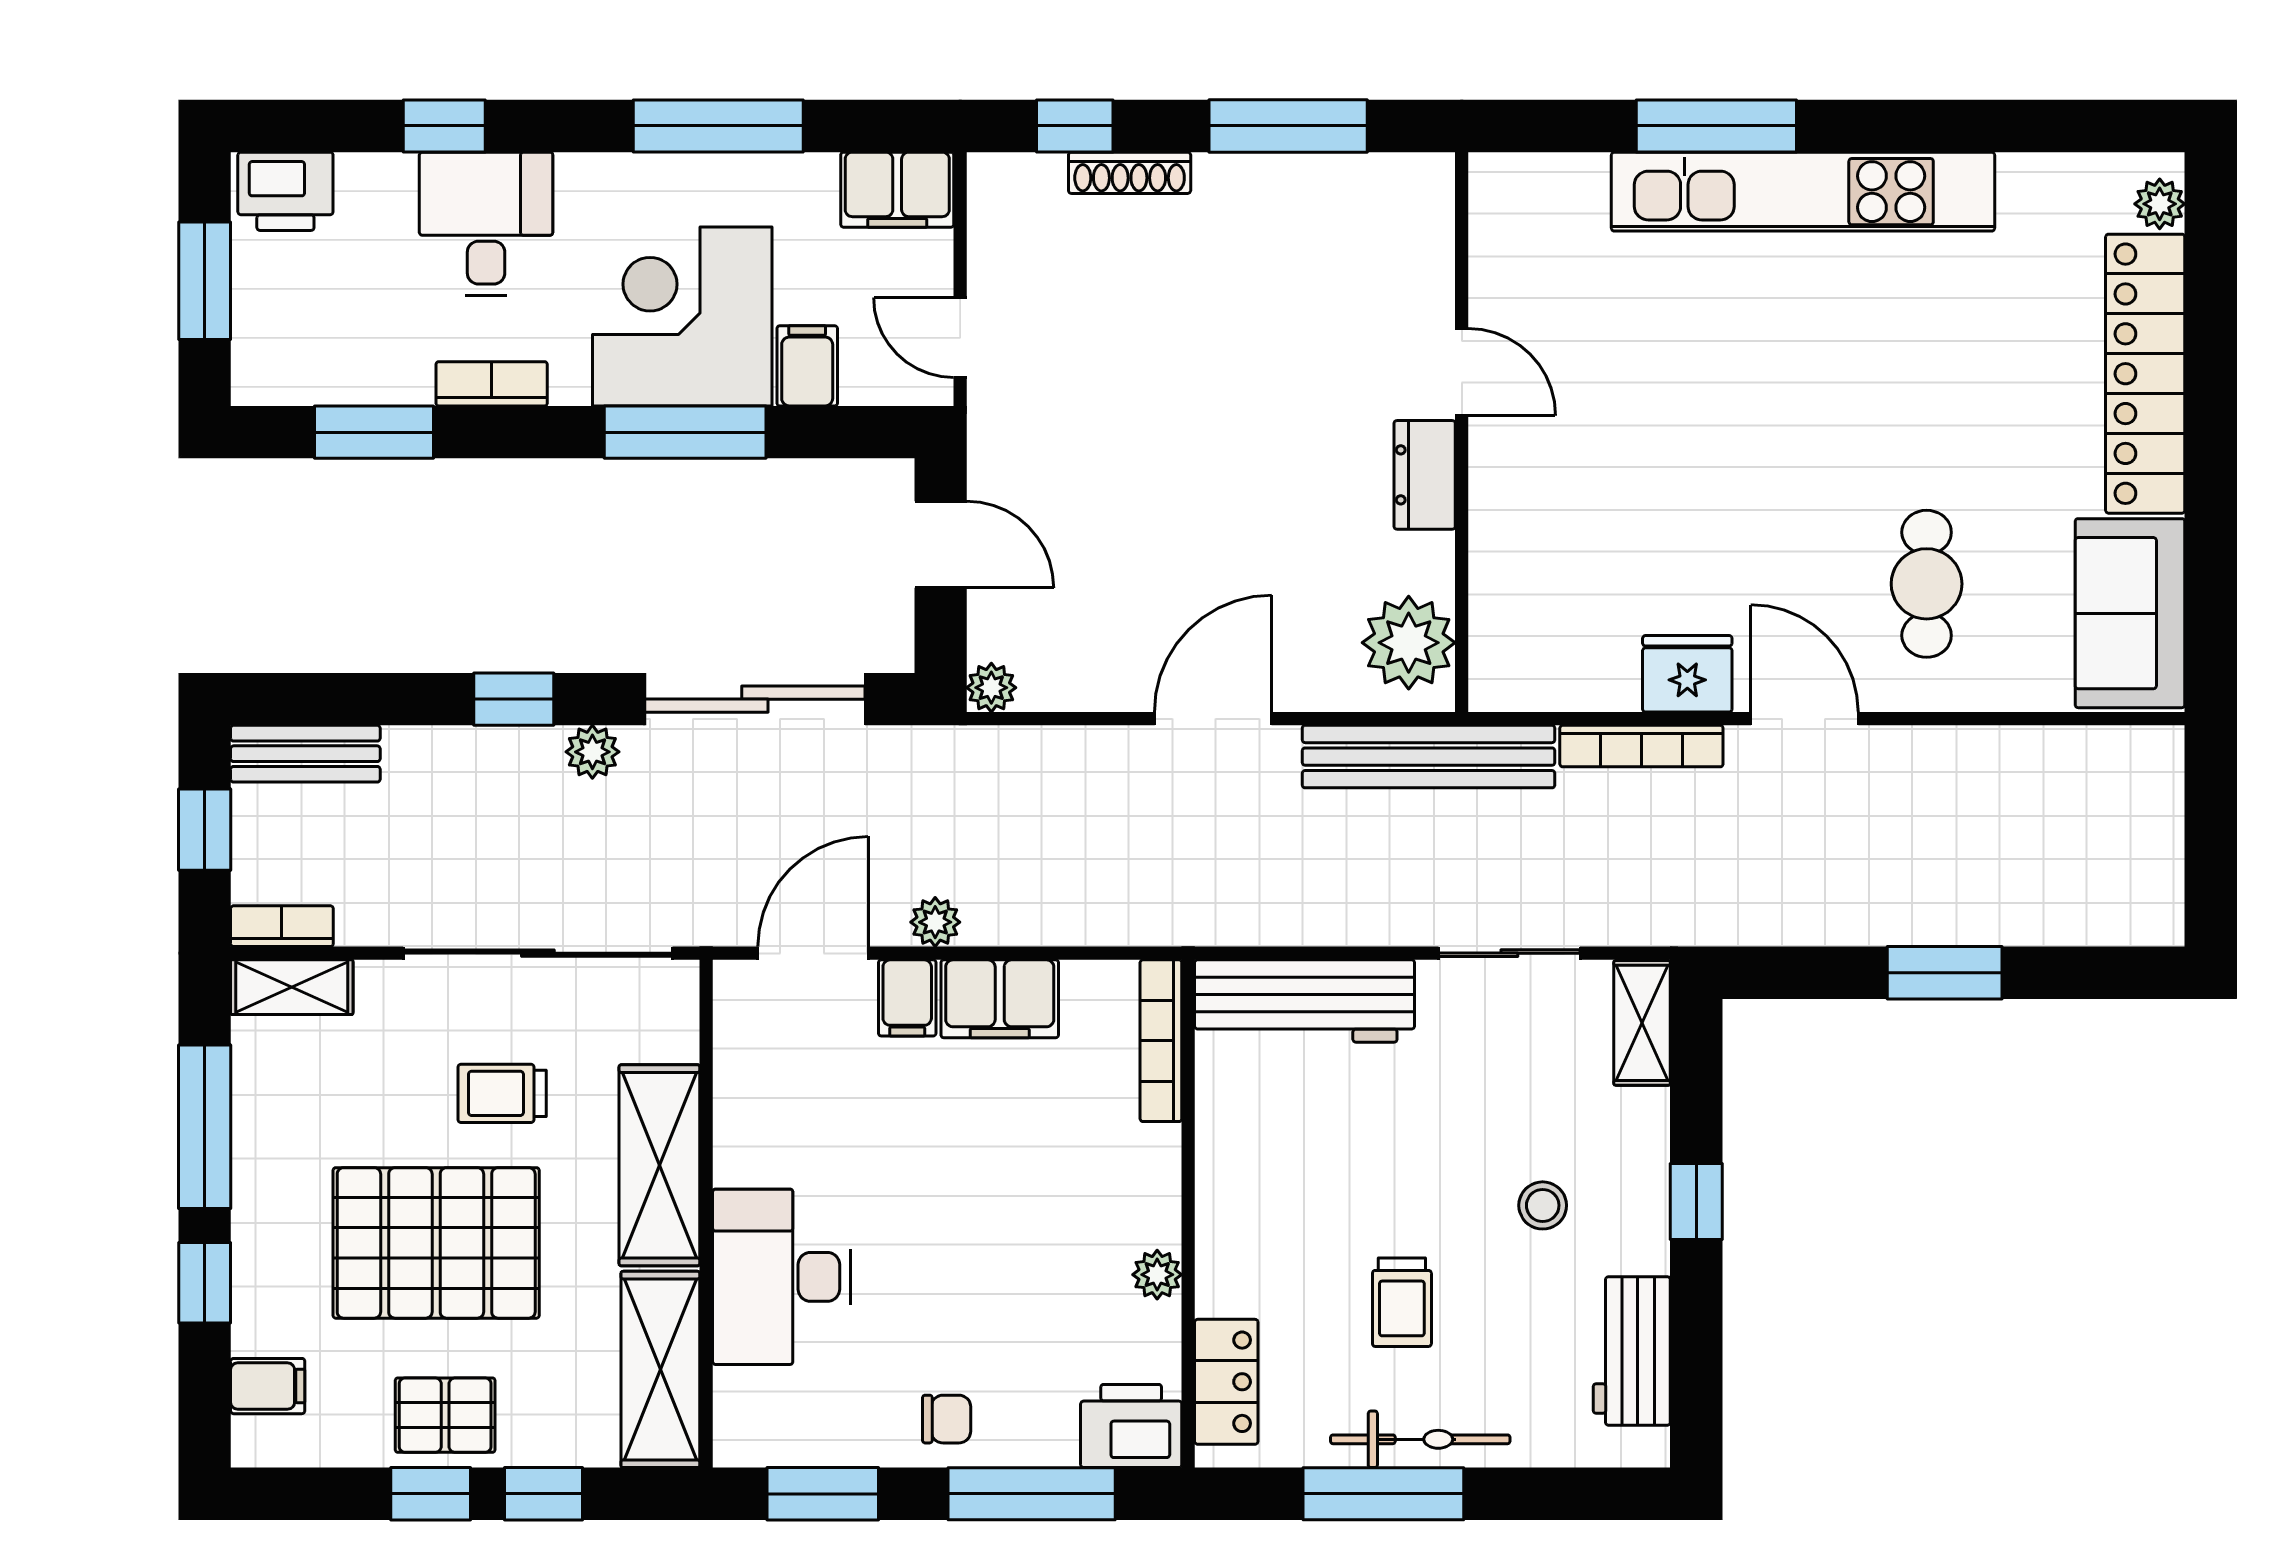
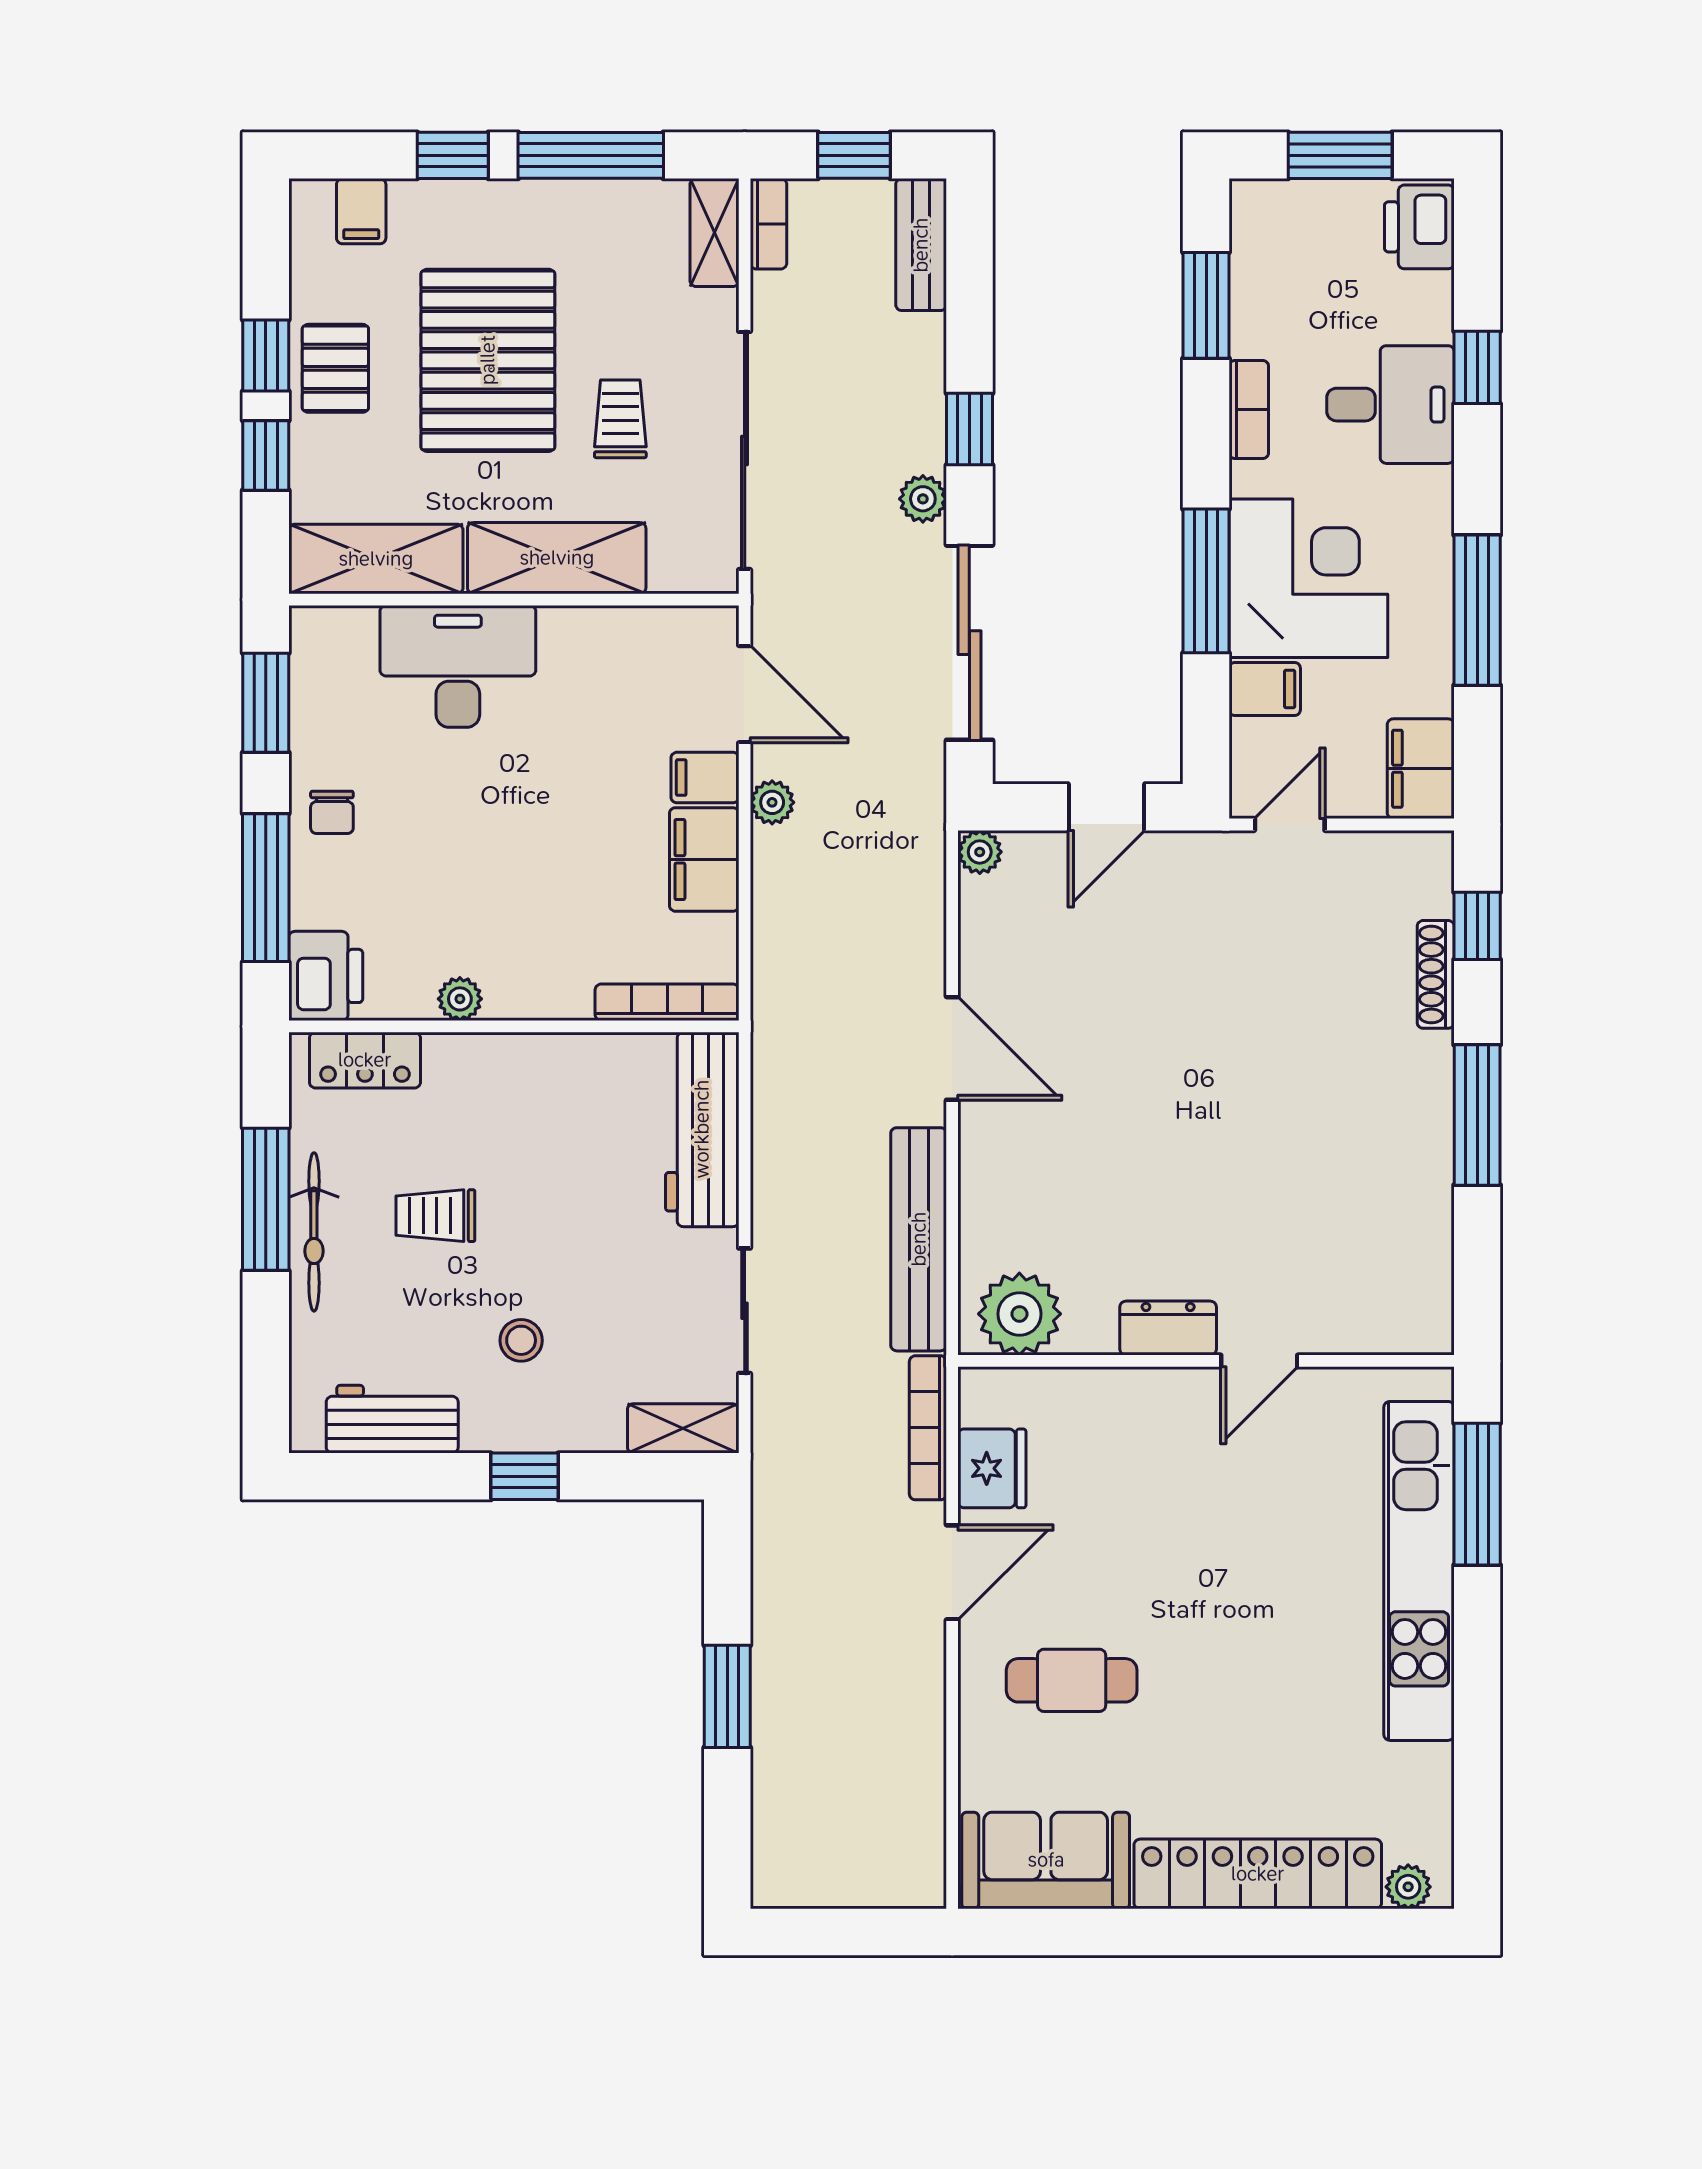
door: (1462, 372) -> (1259, 1361), moved
wall: (1462, 432) -> (1206, 1361), moved
dresser: (1425, 475) -> (1168, 1328), moved
plant: (1409, 643) -> (1019, 1314), moved

